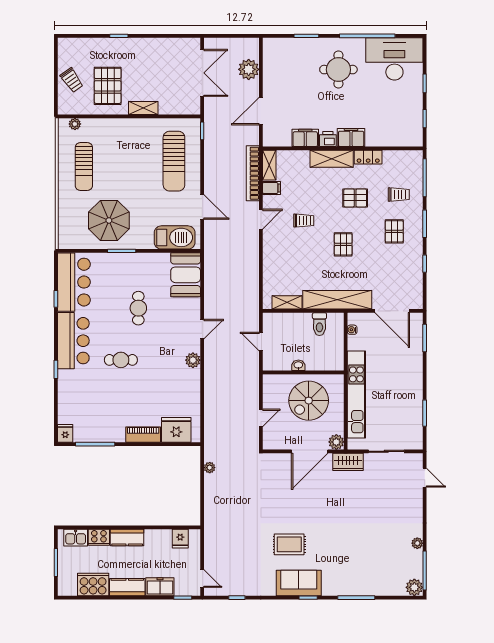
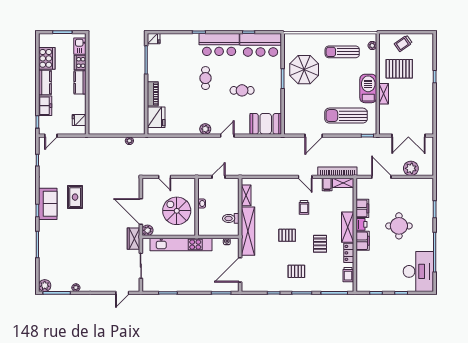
round table: (338, 70) -> (399, 226), moved
trolley: (399, 194) -> (348, 275), moved
barbecue: (175, 237) -> (368, 88), moved, turned 180
door: (202, 329) -> (227, 136), swing flipped

